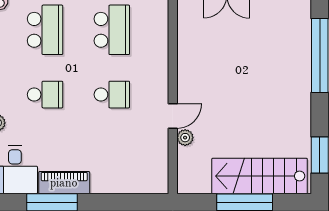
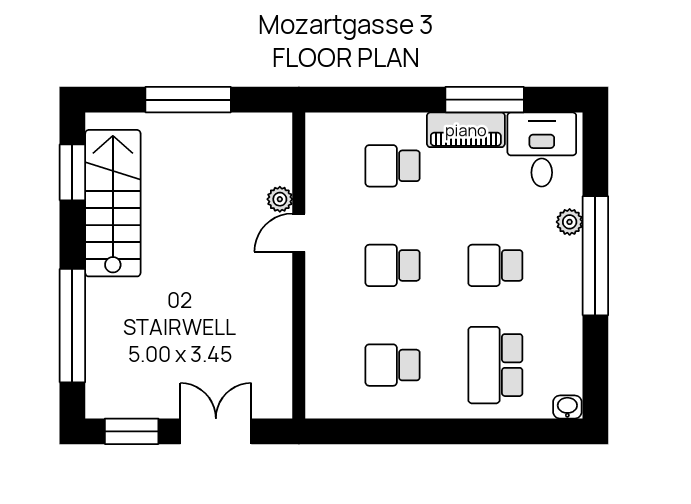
school desk: (112, 30) -> (393, 365), width x0.54
school desk: (112, 159) -> (393, 166), added
stairs: (260, 176) -> (113, 203), moved, turned -90

